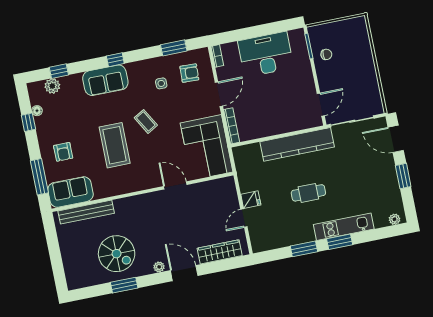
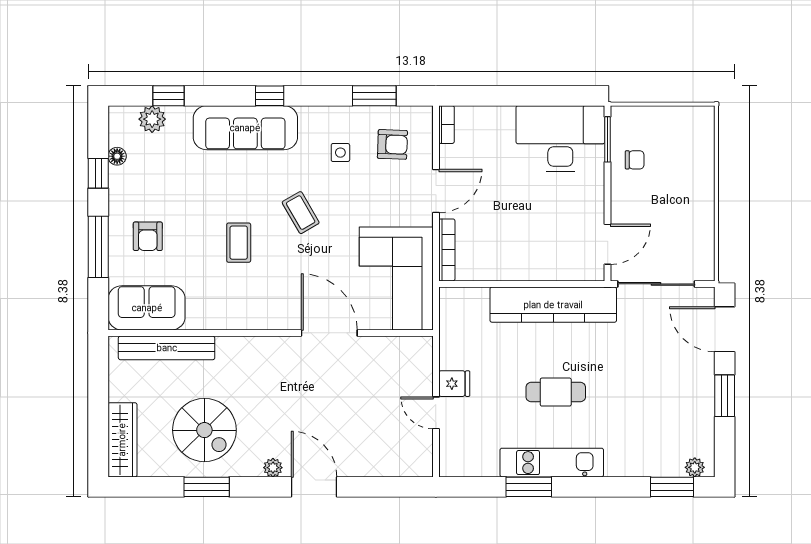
desk: (266, 54) -> (560, 139), moved
sofa: (105, 80) -> (245, 128), width x1.36
coffee table: (115, 145) -> (239, 243), width x0.54, depth x0.58
window: (39, 177) -> (98, 247), moved
door: (175, 185) -> (329, 333), width x1.36
door: (244, 218) -> (436, 413), hinge flipped
kitchen unit: (344, 227) -> (552, 463), moved
window: (340, 242) -> (672, 487), moved
wardrobe: (220, 252) -> (122, 440), moved, turned 90

